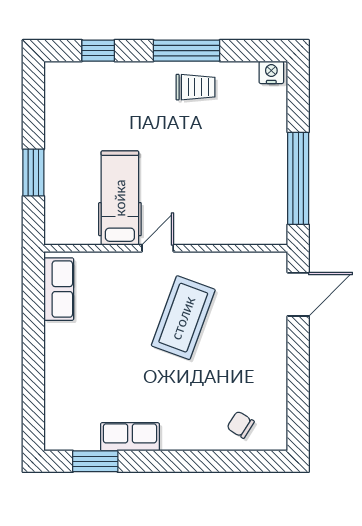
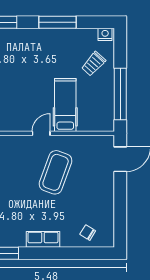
trolley: (195, 87) -> (93, 64), moved, turned 132
hospital bed: (120, 198) -> (65, 105), moved
row of seats: (130, 437) -> (43, 239), moved

